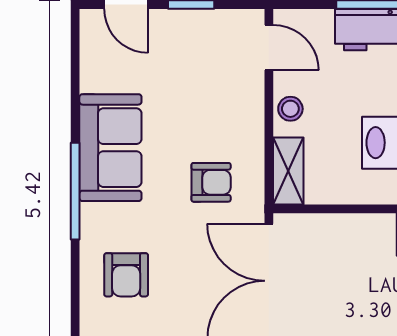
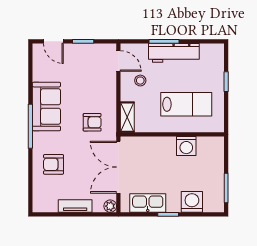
stool: (290, 109) -> (140, 81), moved
armchair: (126, 275) -> (53, 164), turned 90

